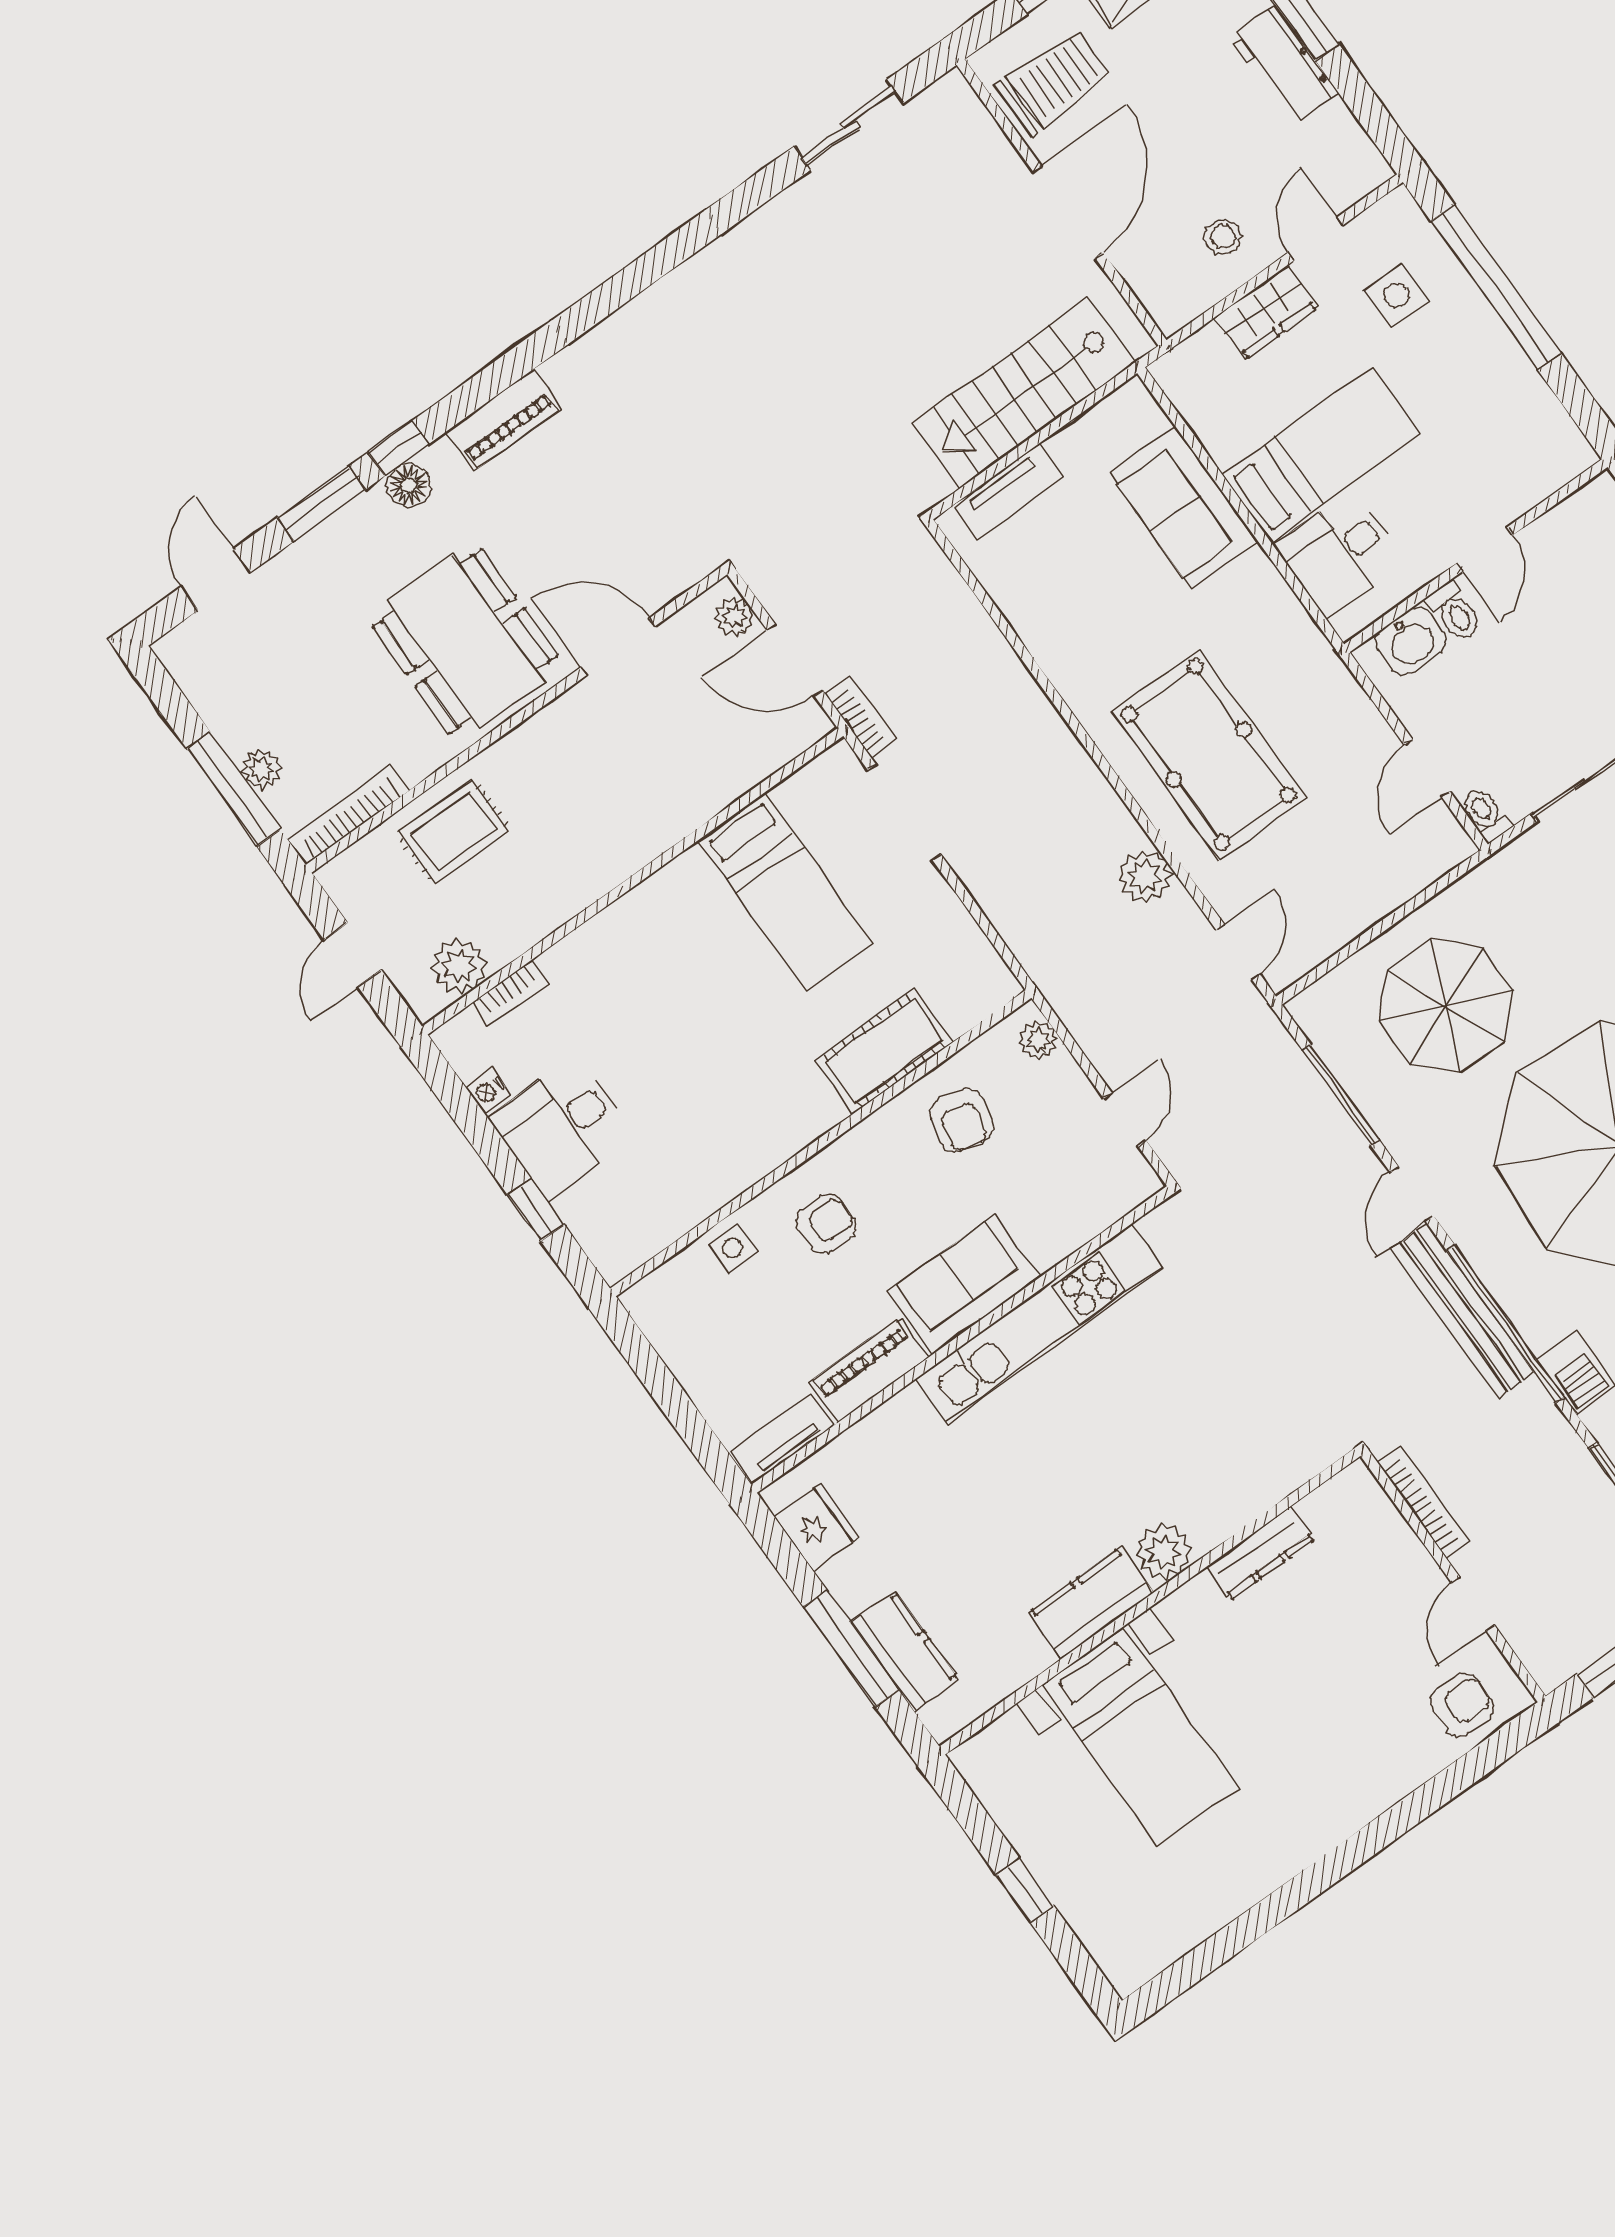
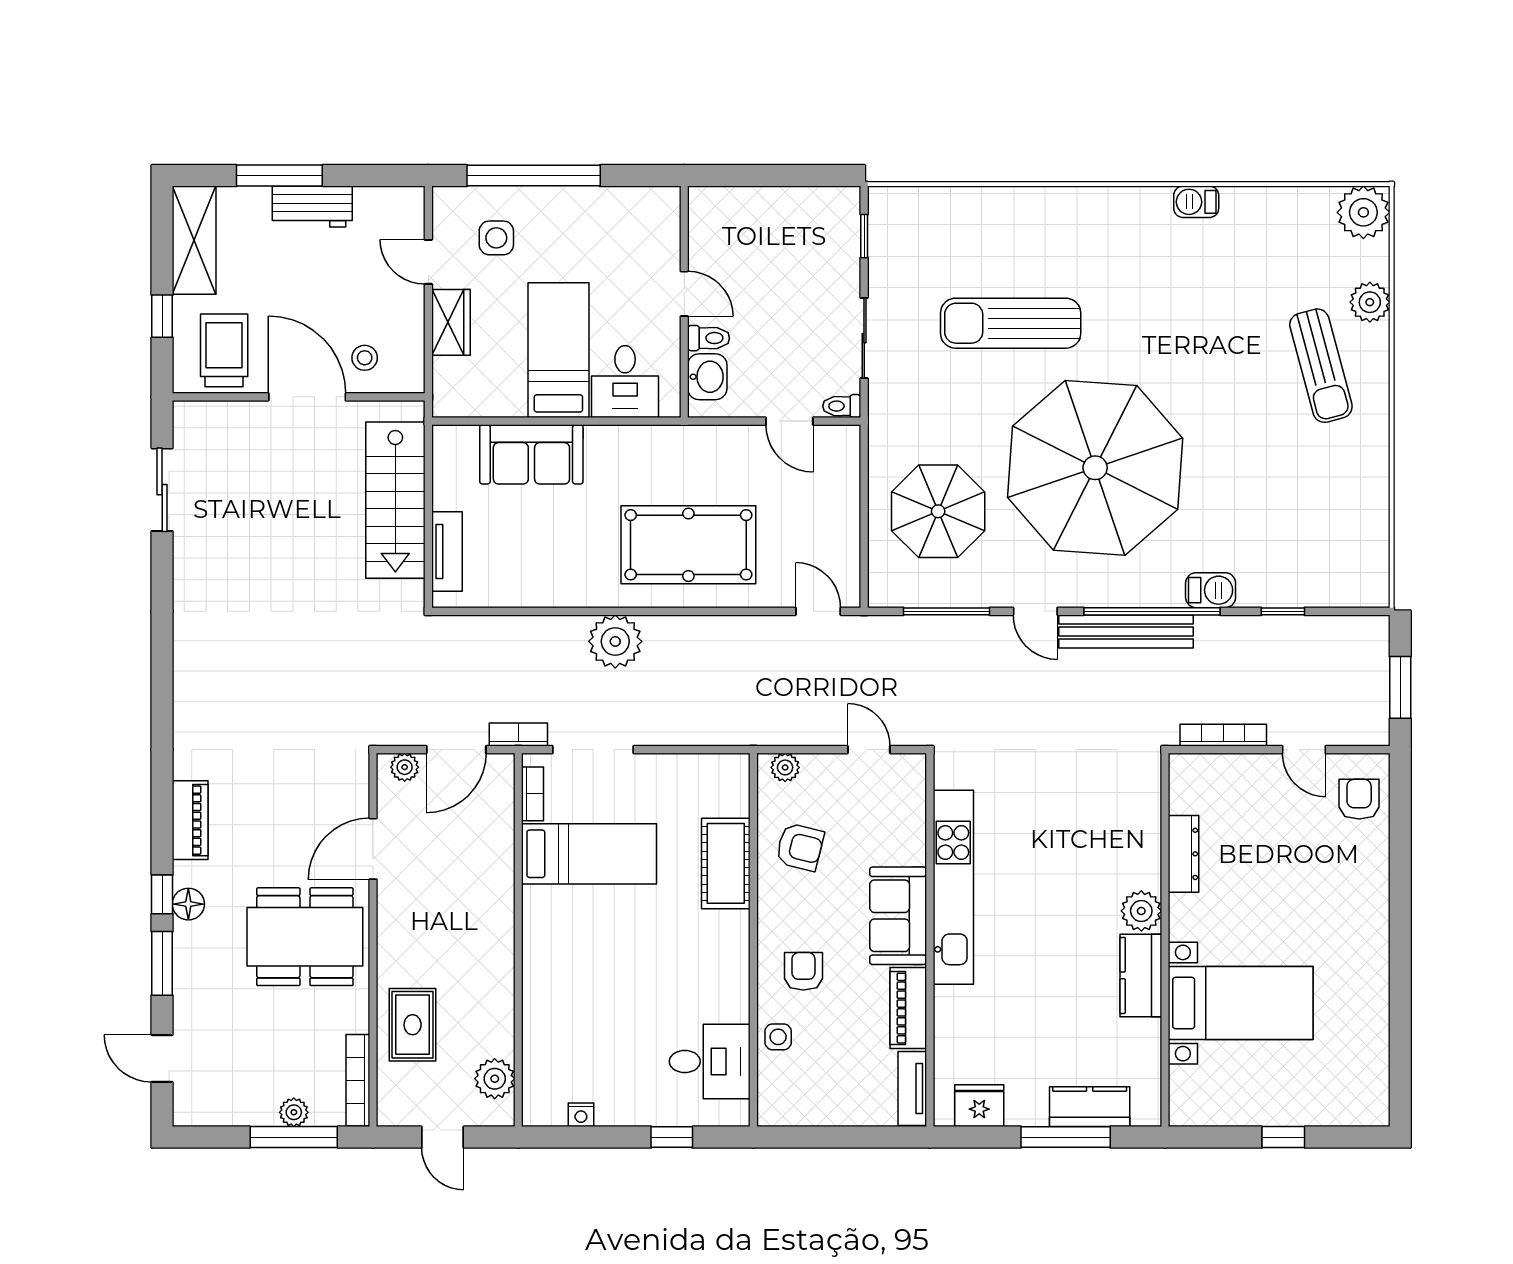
stool: (1223, 237) -> (365, 358), moved
plant: (1145, 876) -> (615, 641), moved, width x1.36, depth x1.36
bookcase: (511, 993) -> (532, 794), moved
desk: (562, 1127) -> (710, 1061), moved, turned -90

